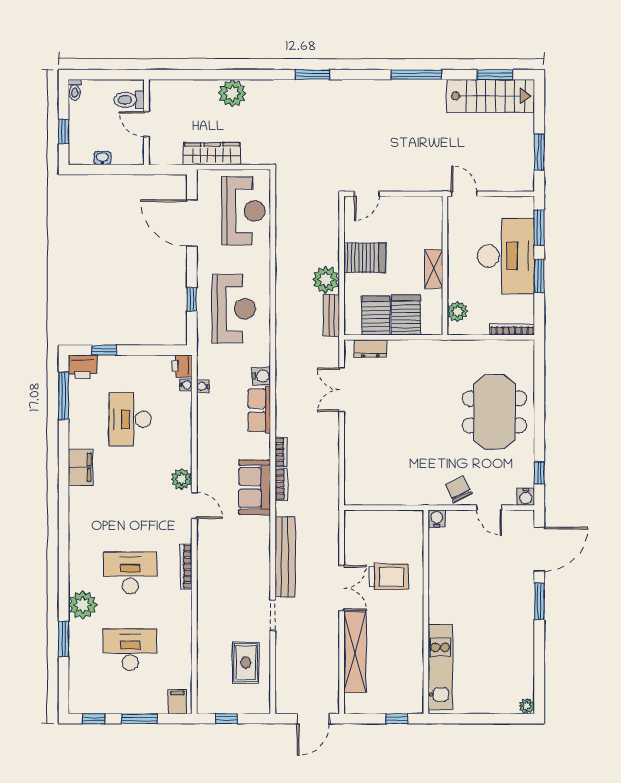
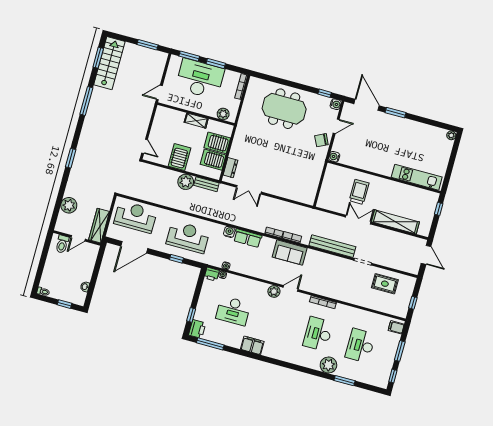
toilet: (129, 100) -> (62, 244), moved
wall: (146, 122) -> (77, 238), moved
door: (146, 124) -> (78, 238), moved

